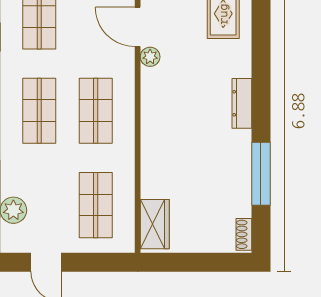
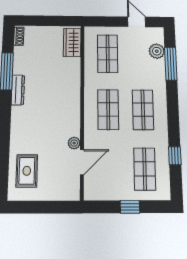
door: (138, 27) -> (82, 162), hinge flipped
dresser: (242, 103) -> (18, 90), moved

